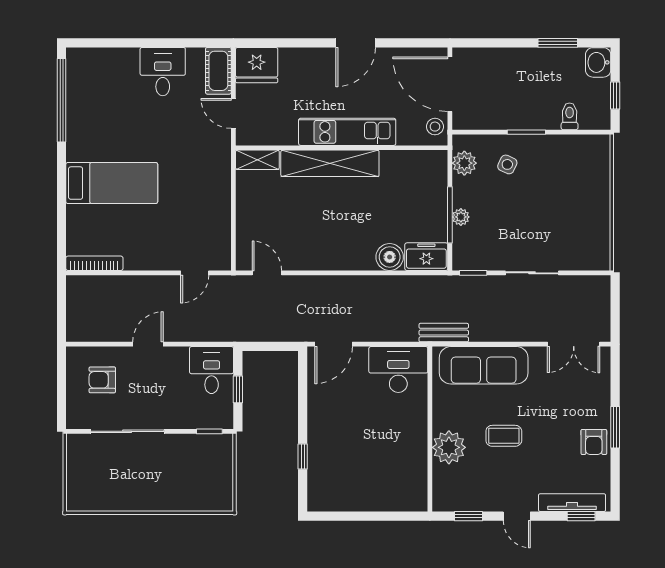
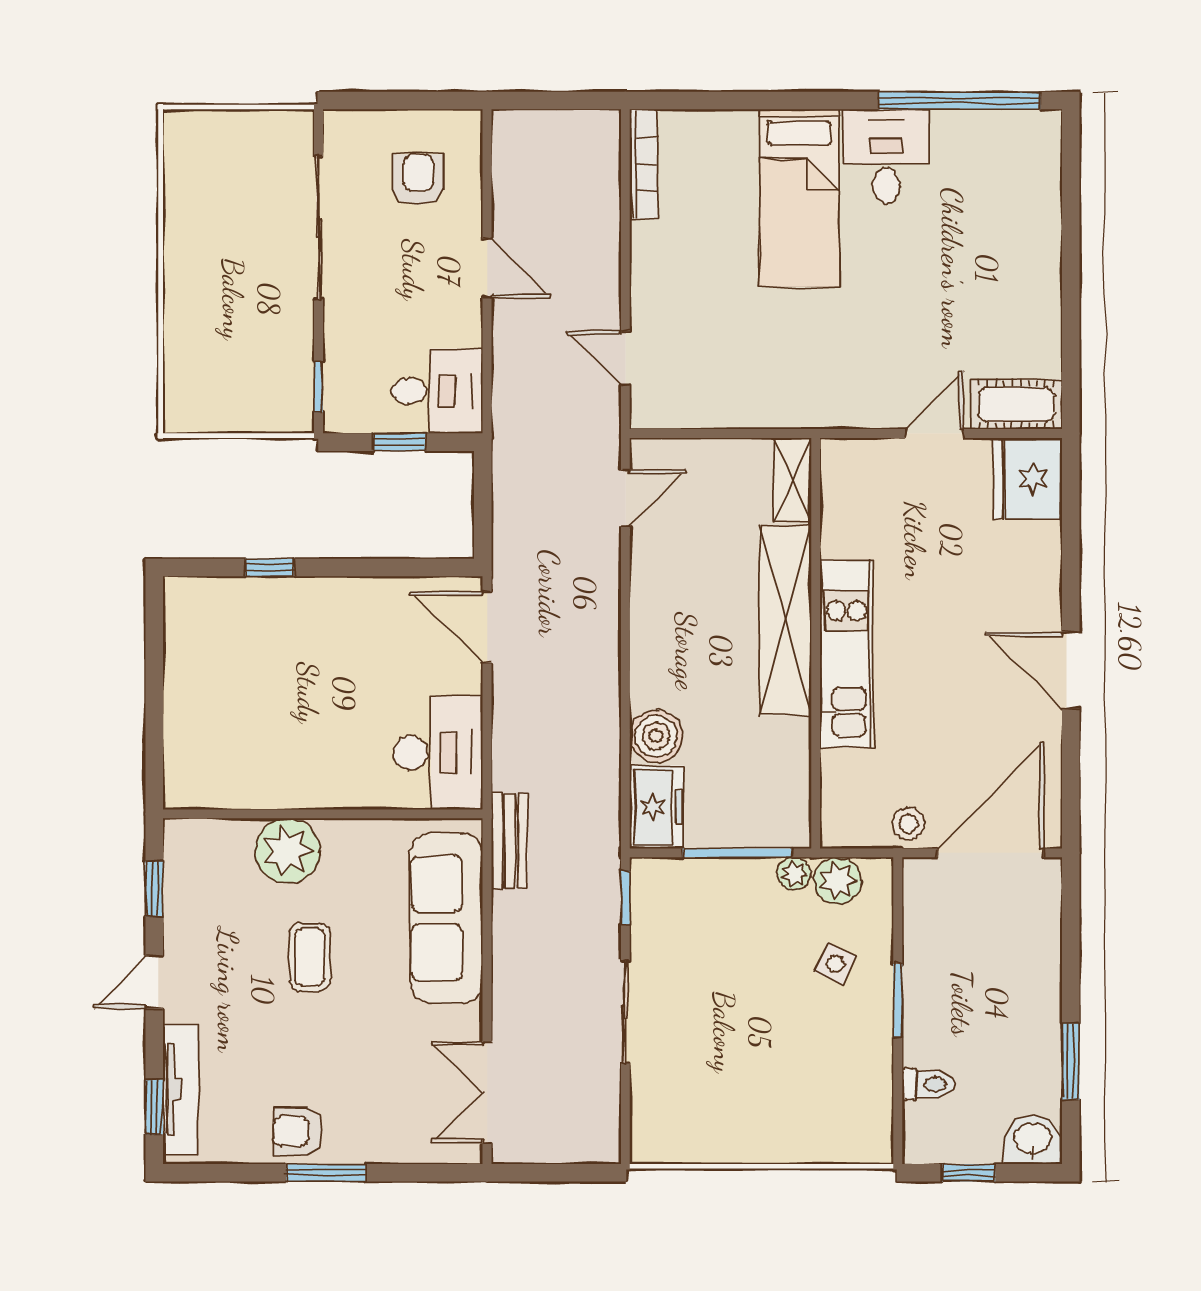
desk: (163, 72) -> (886, 156), moved, turned -90
kitchen unit: (347, 132) -> (846, 654), moved
wall: (342, 148) -> (816, 643), moved
shelving: (257, 160) -> (792, 480), moved
shelving: (330, 163) -> (785, 620), moved
plant: (461, 217) -> (794, 874), moved

